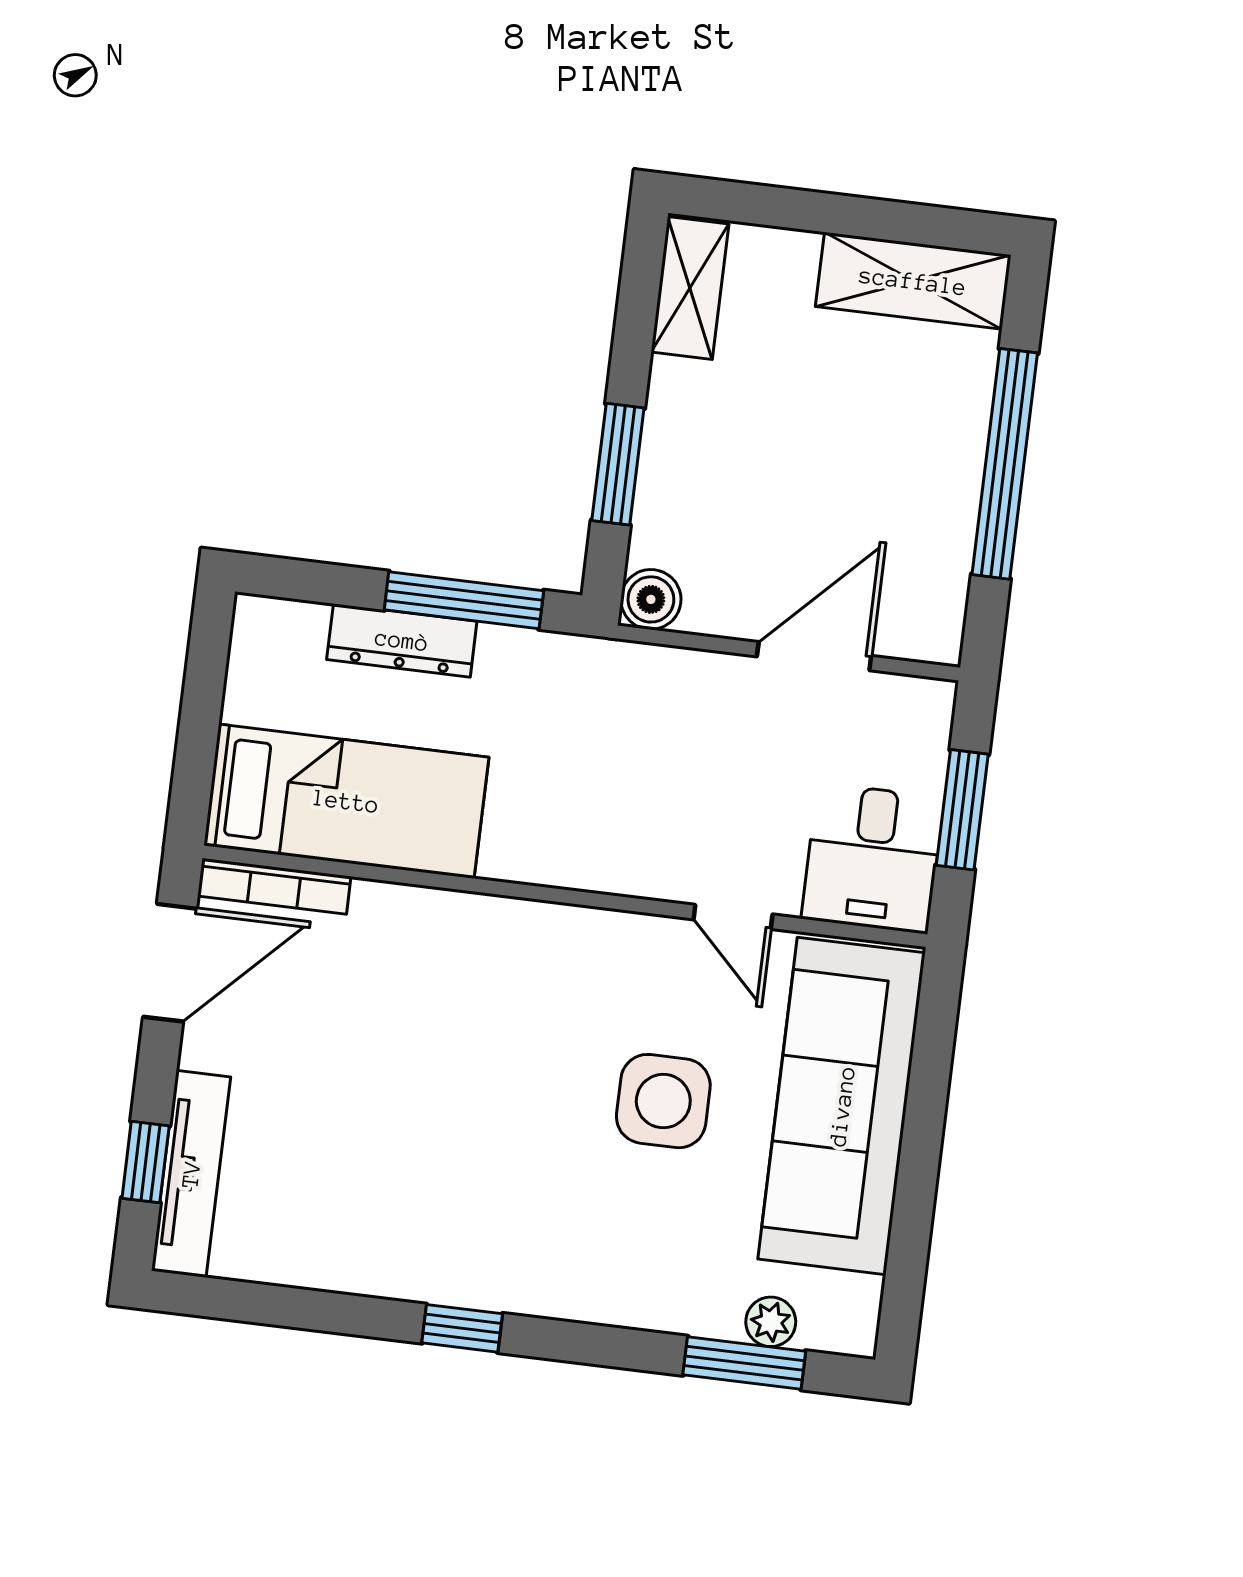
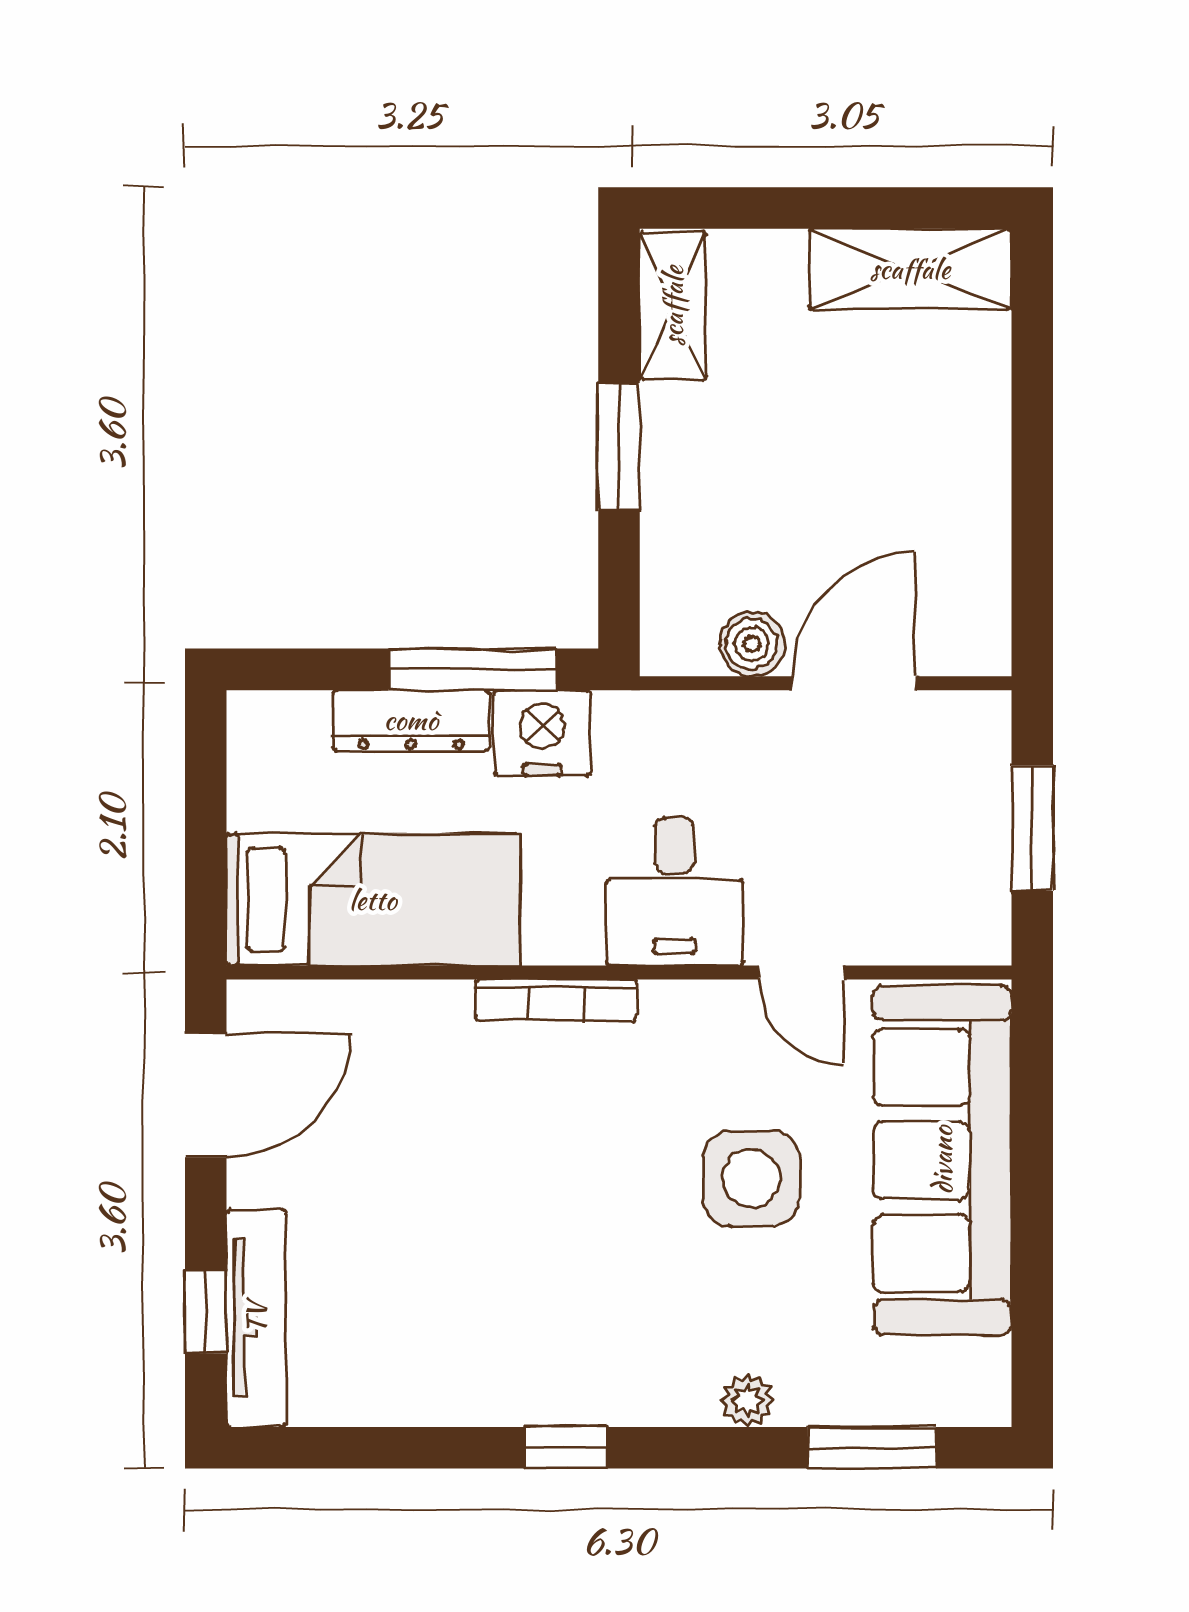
window: (618, 464) -> (619, 446), moved
window: (1005, 464) -> (1032, 453), removed
boiler: (651, 599) -> (752, 644), moved
nightstand: (521, 667) -> (542, 733), added
desk: (873, 858) -> (674, 891), moved
bookcase: (274, 886) -> (556, 1000), moved
plant: (771, 1322) -> (747, 1400), moved

